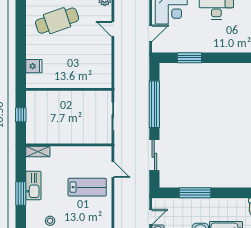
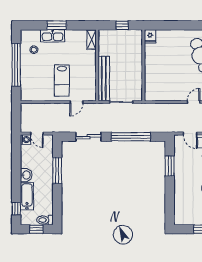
fridge: (34, 66) -> (150, 36), moved
bench: (85, 137) -> (104, 79), added
kitchen sink: (33, 186) -> (53, 36), moved

